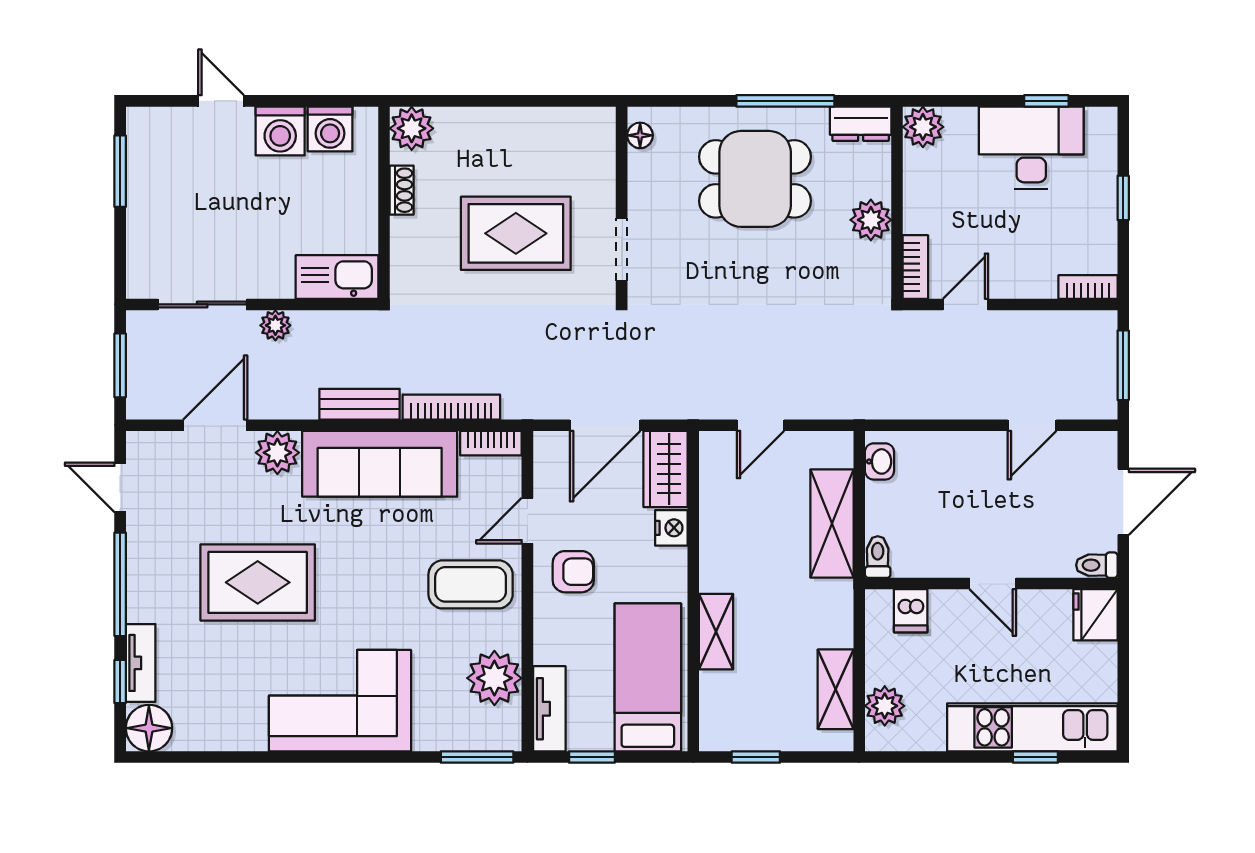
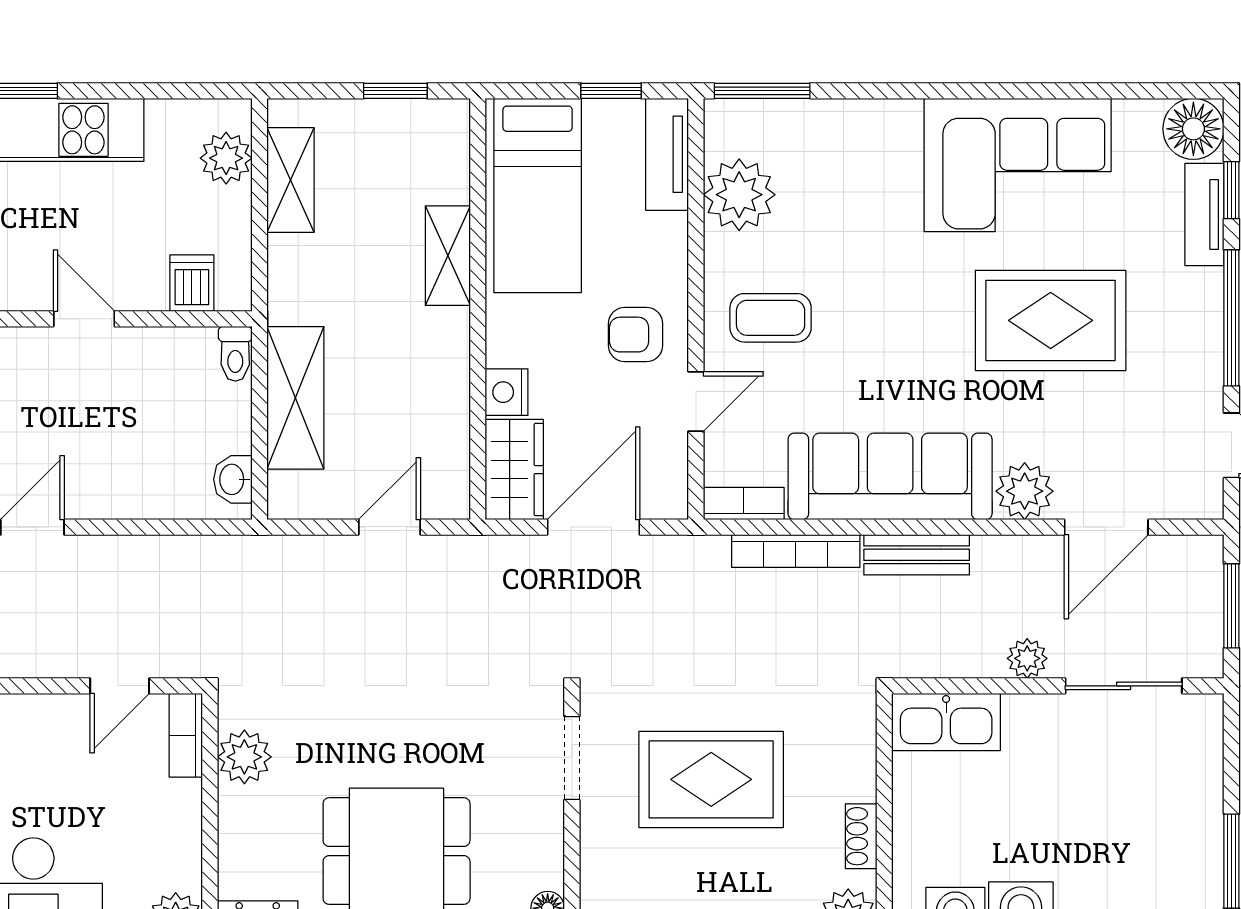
plant: (871, 220) -> (244, 757), moved
coffee table: (471, 584) -> (771, 318), width x0.73, depth x0.77
corner sofa: (340, 701) -> (1018, 165), moved

